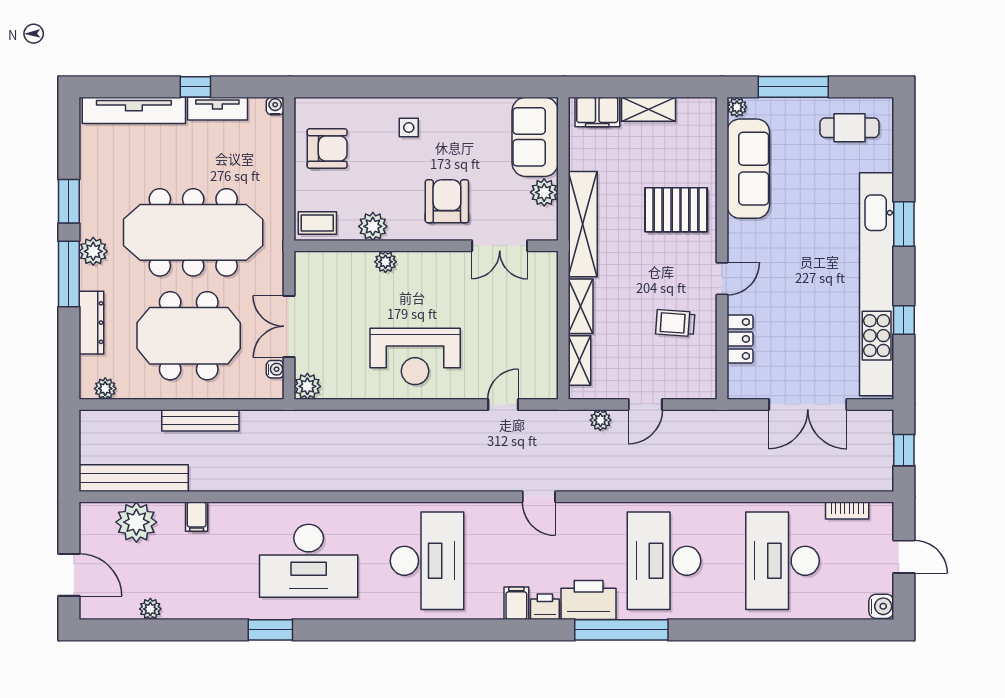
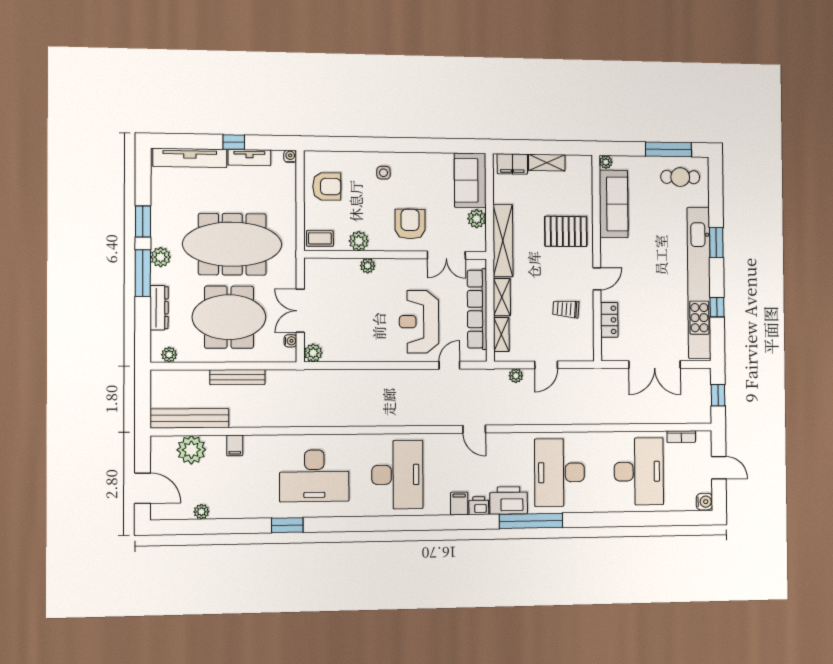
window: (793, 87) -> (669, 149), moved
row of seats: (544, 324) -> (477, 309), added
reception desk: (415, 356) -> (419, 322), moved, turned 90
desk: (782, 561) -> (639, 471), turned 180

